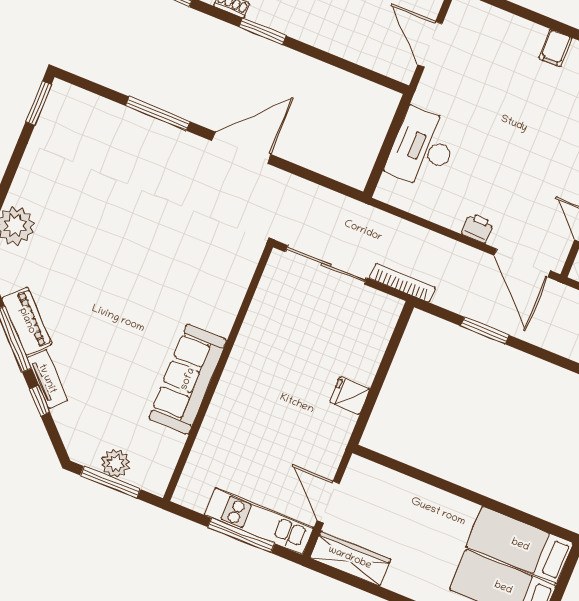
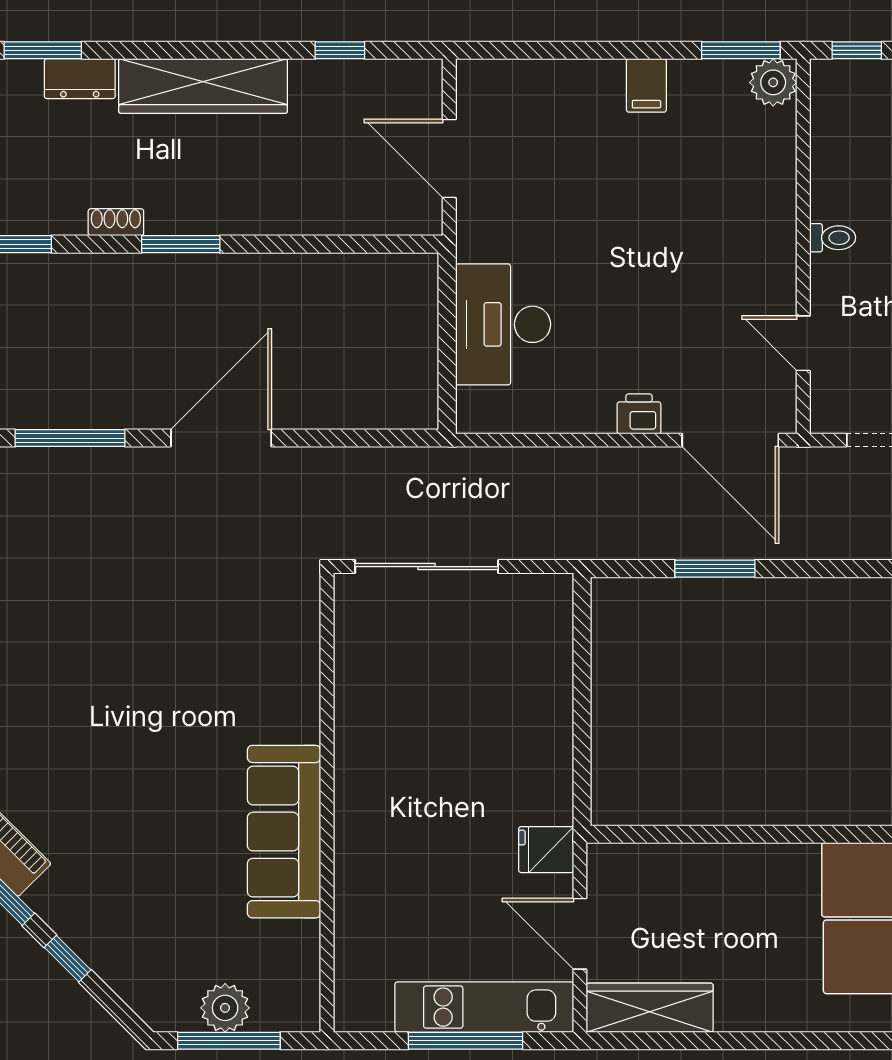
bookcase: (402, 283) -> (557, 546), removed
tv unit: (47, 379) -> (66, 920), removed
fridge: (350, 396) -> (546, 850), moved

